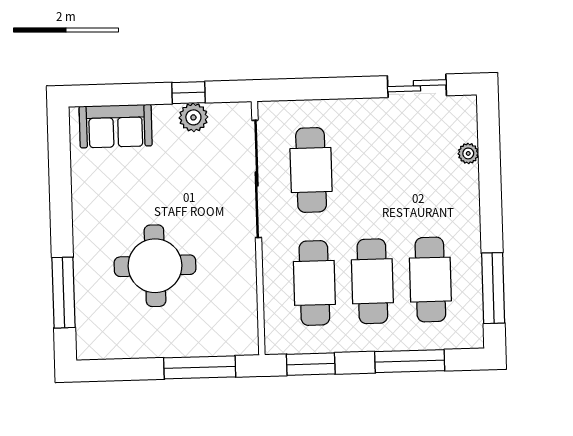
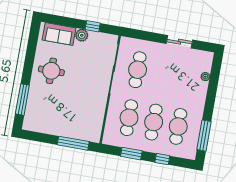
sliding door: (417, 86) -> (179, 42), moved
plant: (193, 117) -> (82, 35), moved
round table: (155, 266) -> (51, 71), moved, width x0.73, depth x0.73
window: (410, 361) -> (162, 159), width x0.46
window: (311, 364) -> (131, 154), moved

